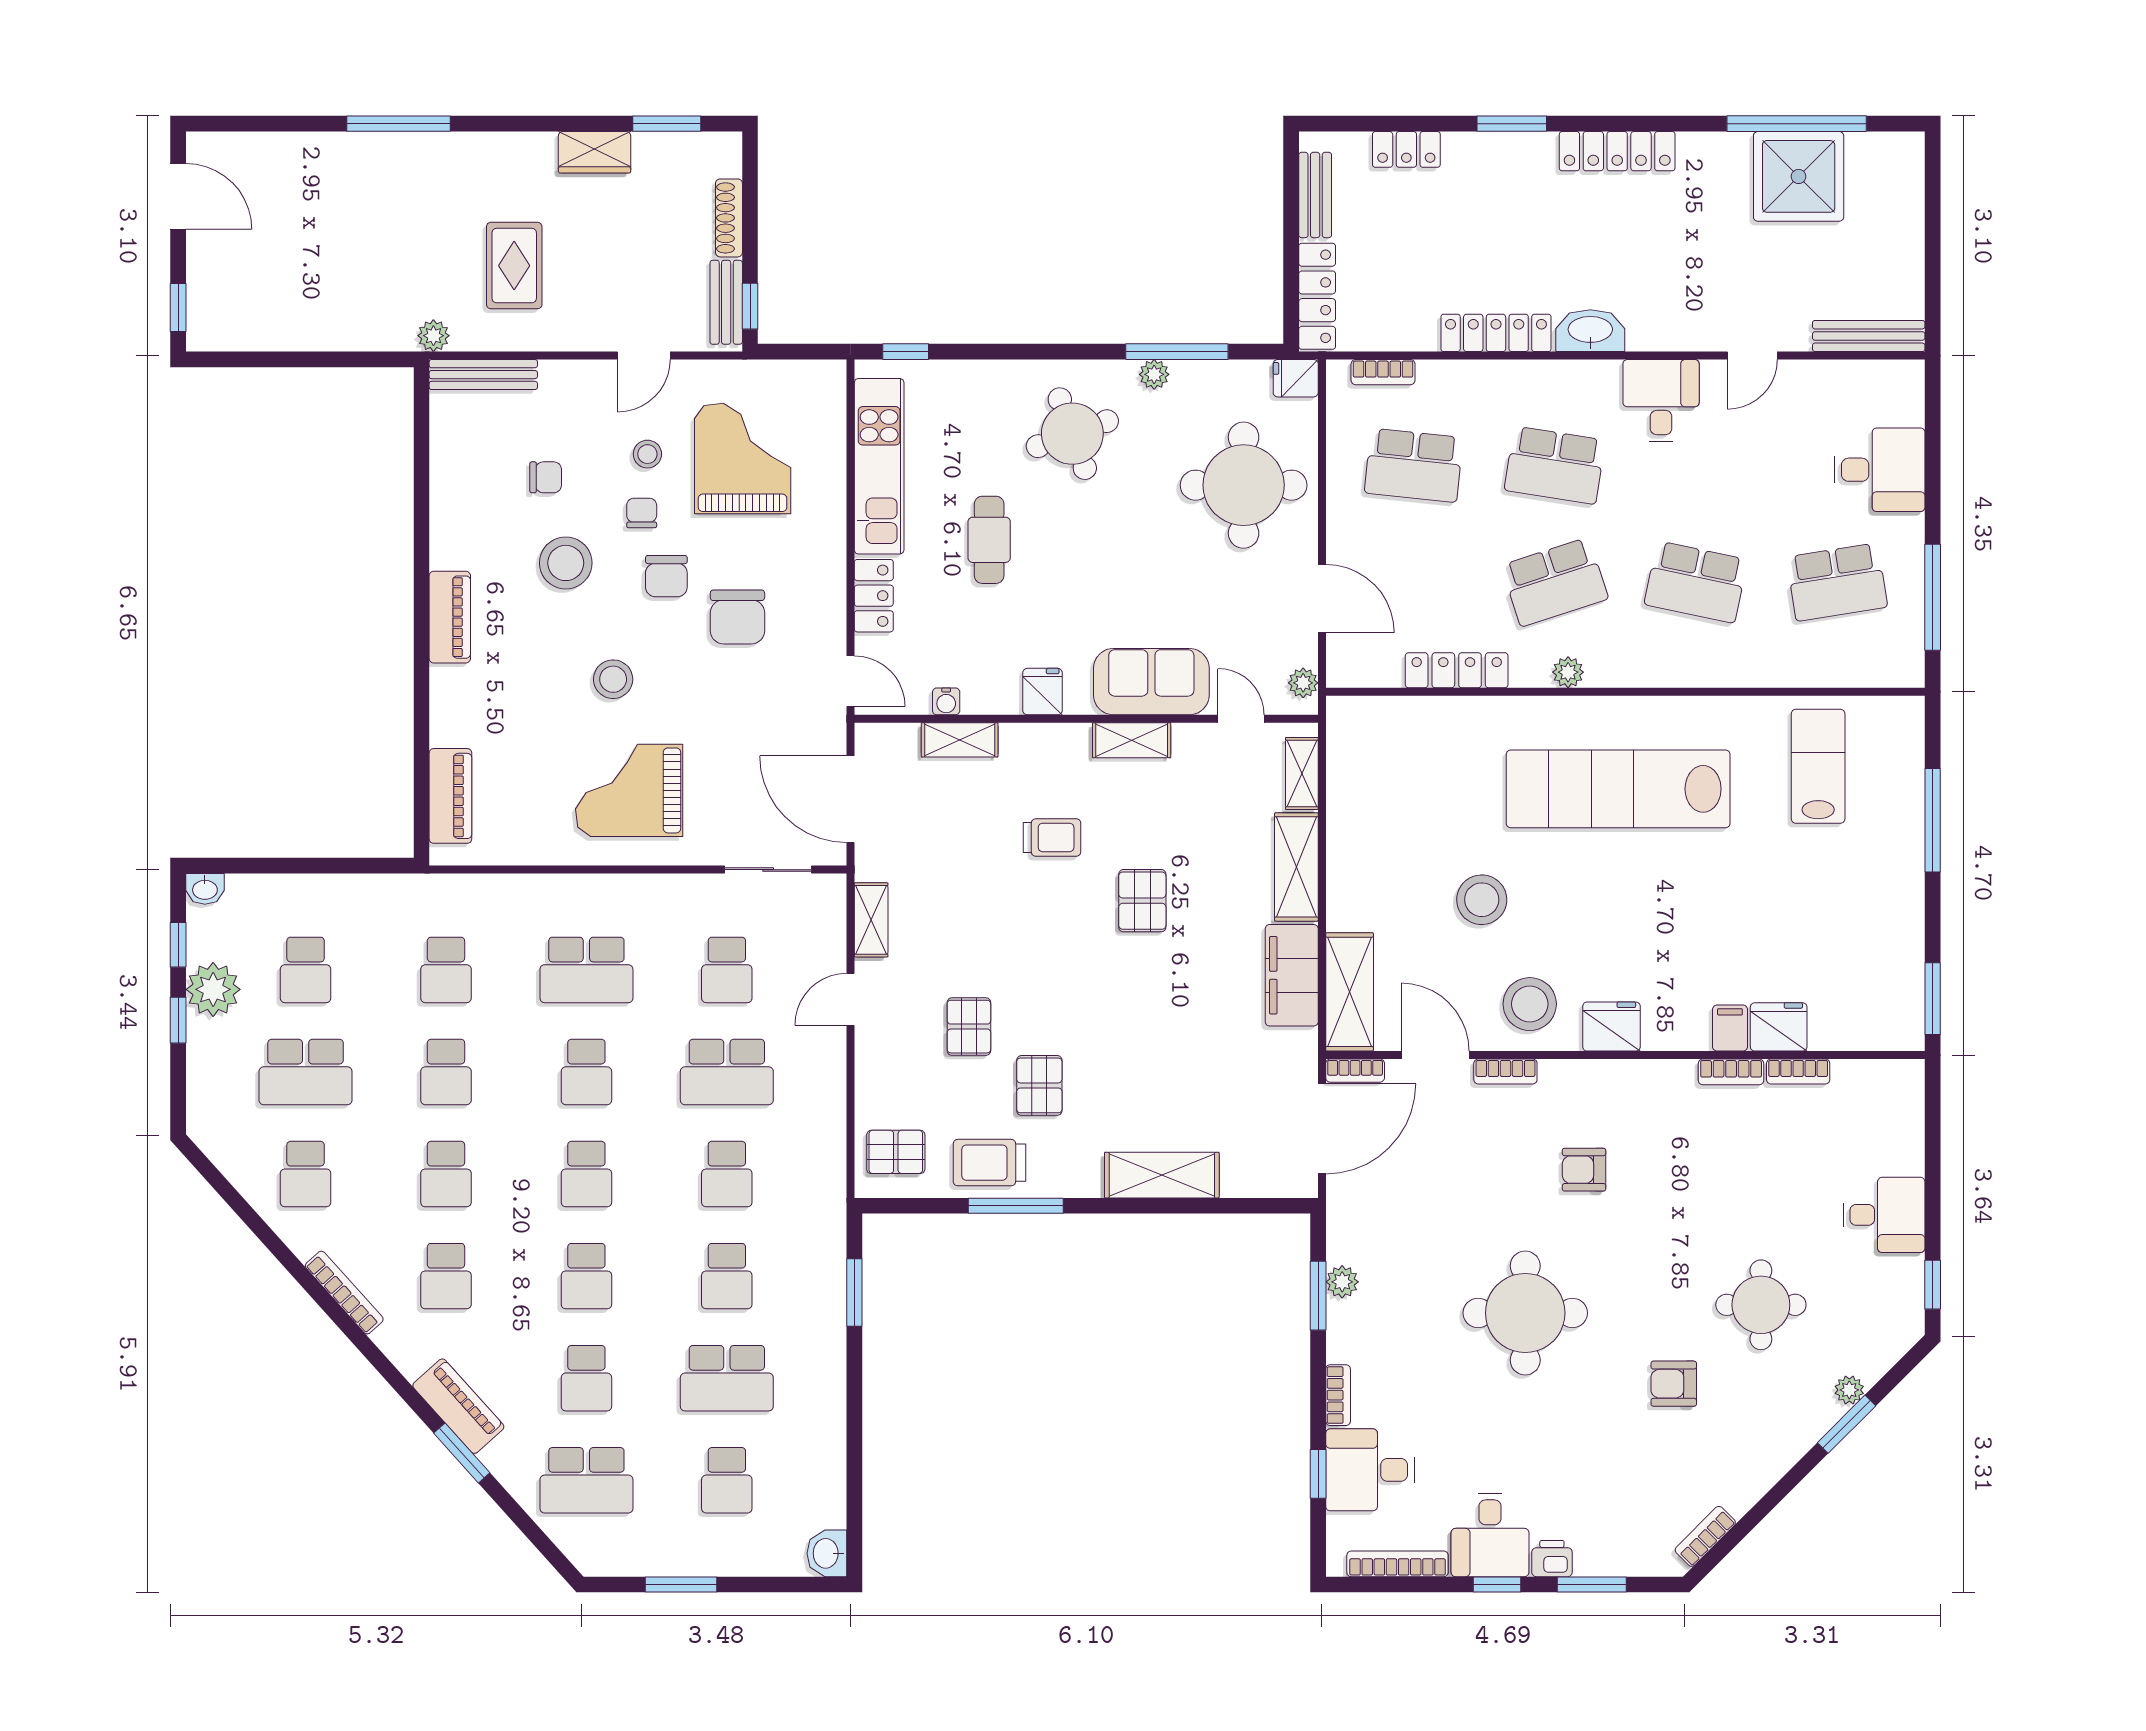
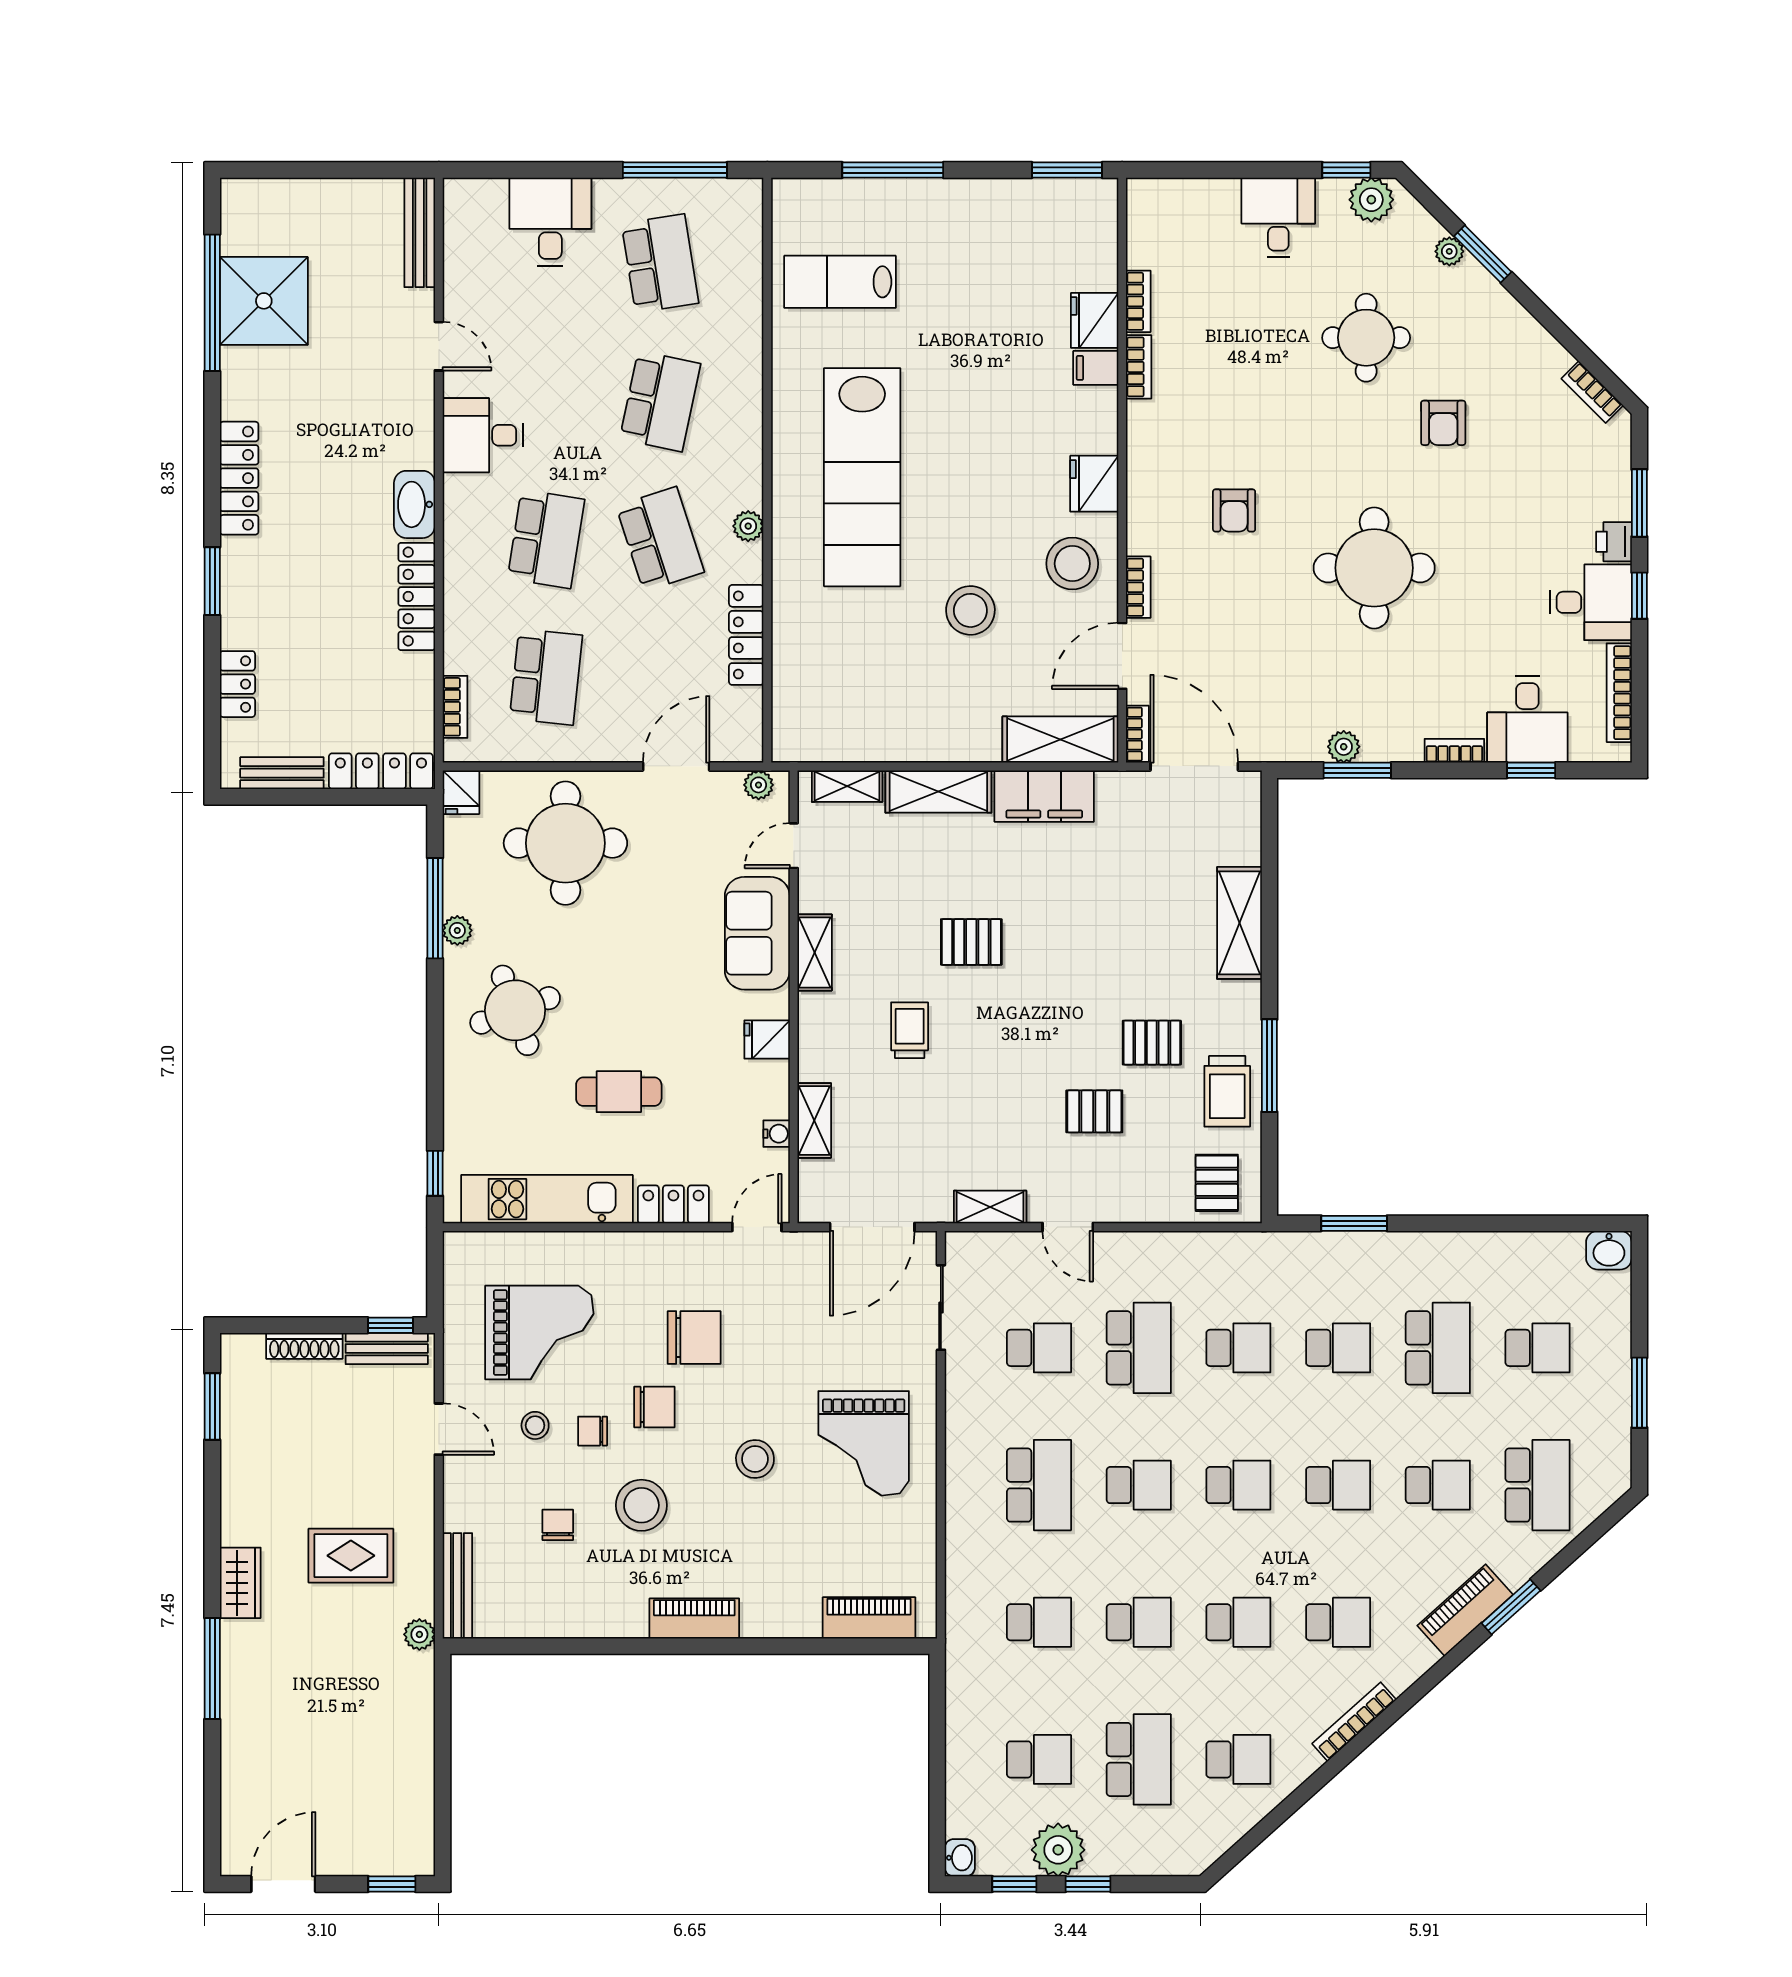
wardrobe: (595, 152) -> (240, 1583), moved
grand piano: (743, 458) -> (539, 1333), turned 180
plant: (1902, 1310) -> (1371, 200), added

